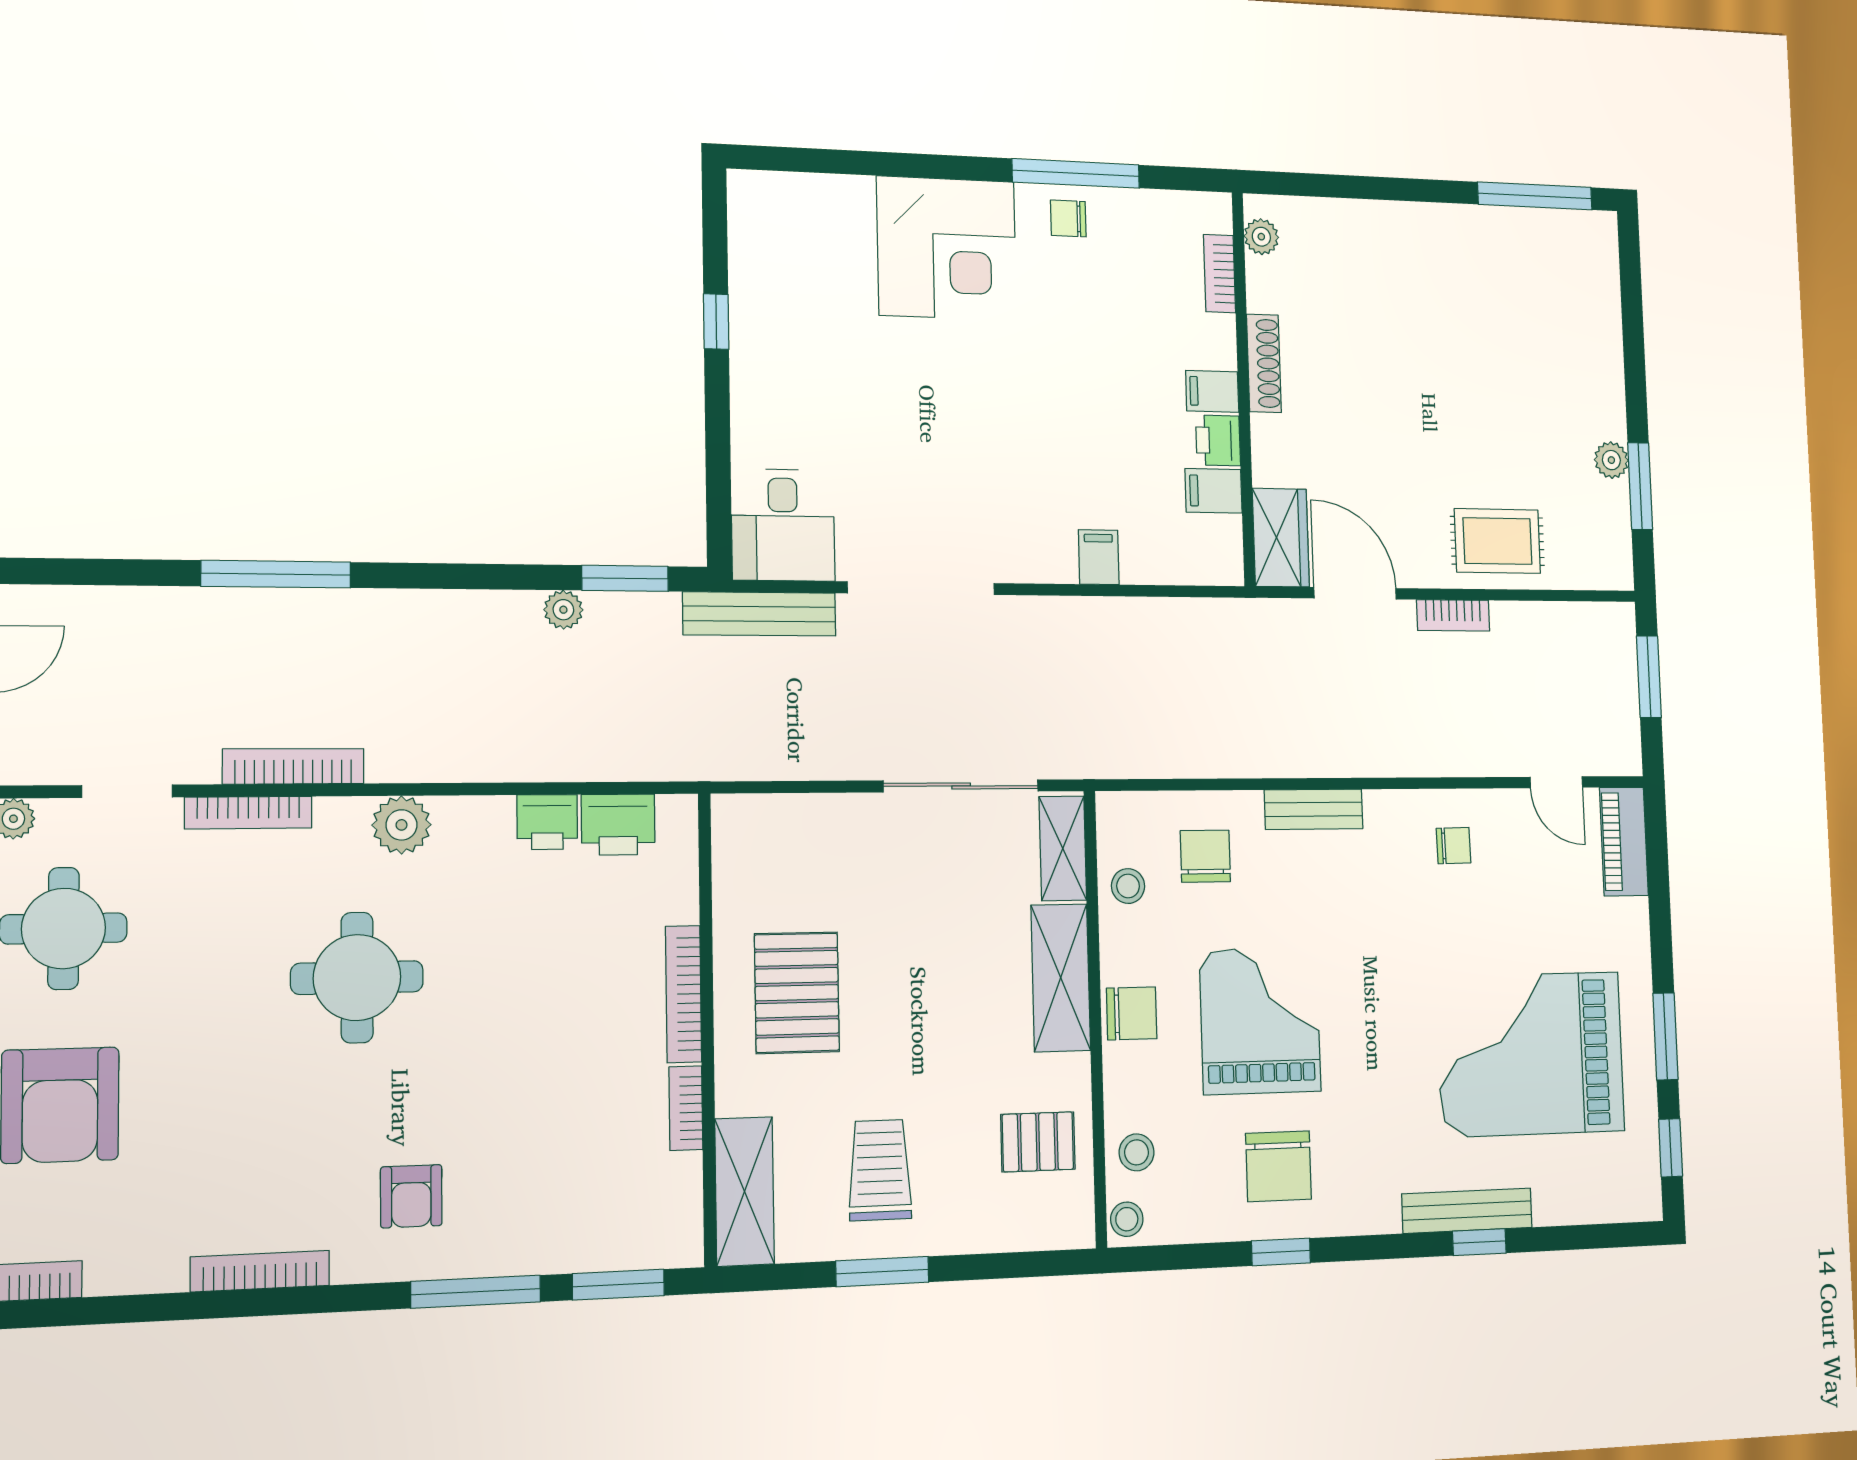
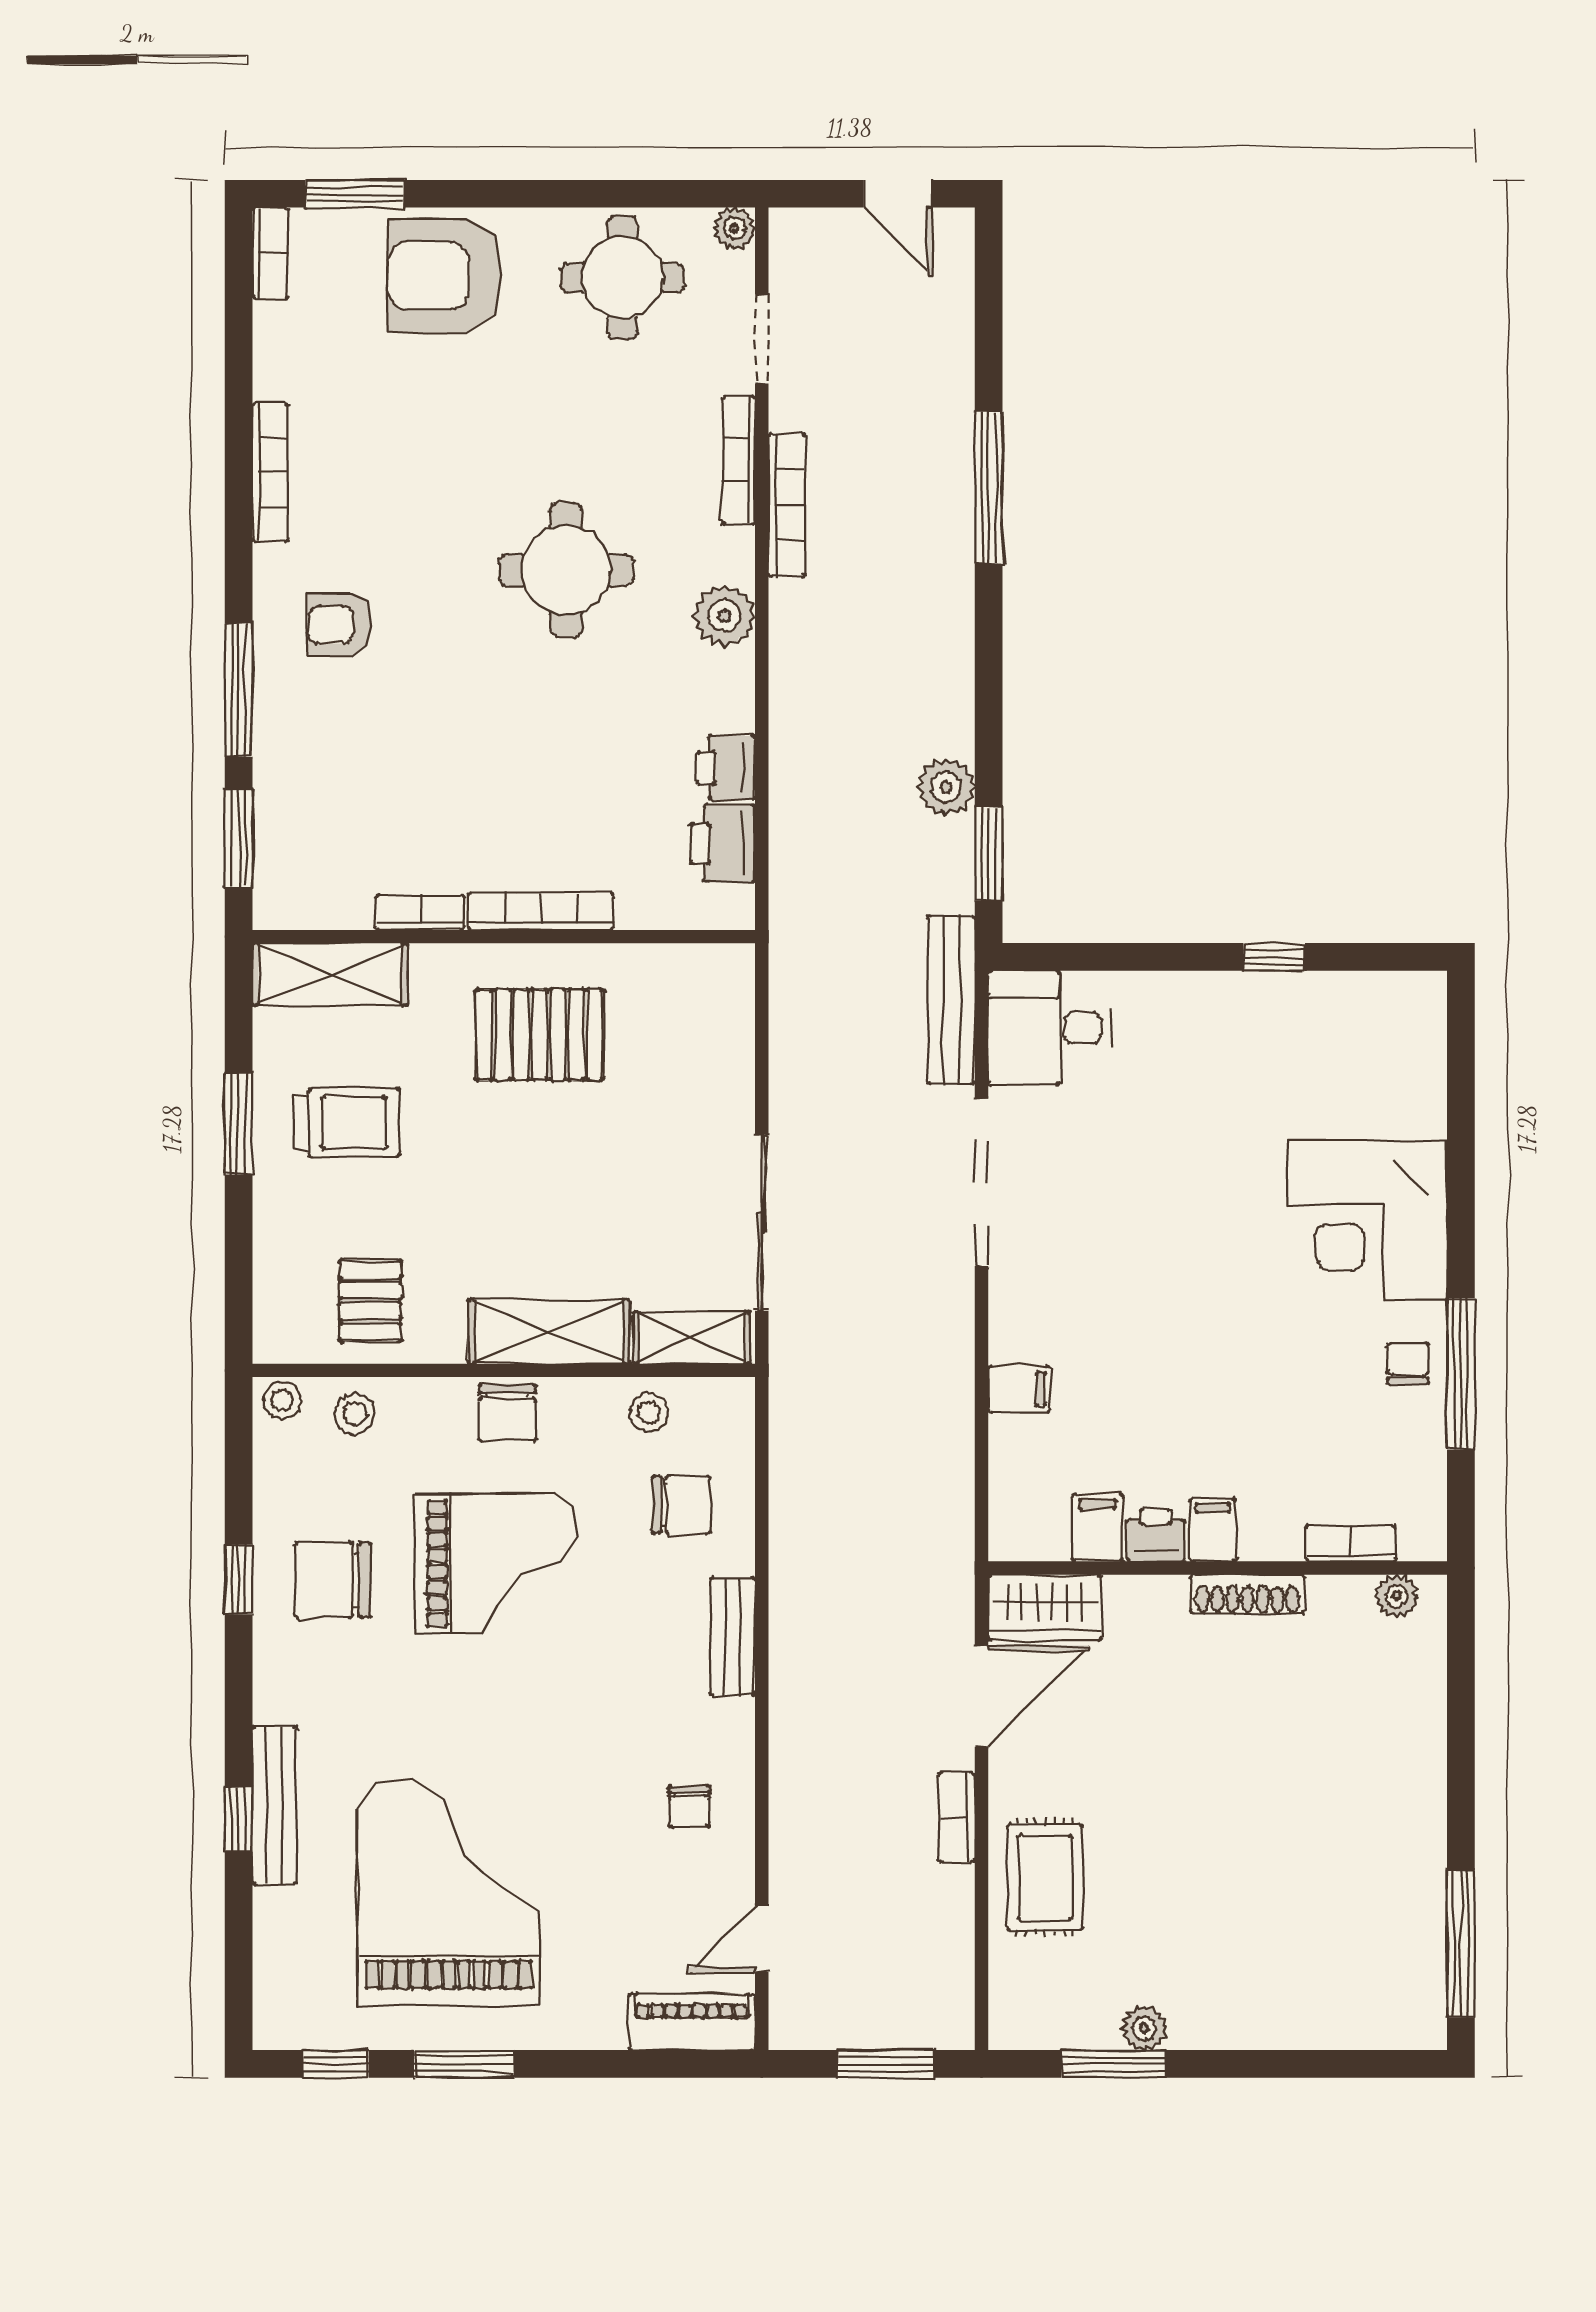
plant: (563, 610) -> (946, 787), width x1.38, depth x1.38

